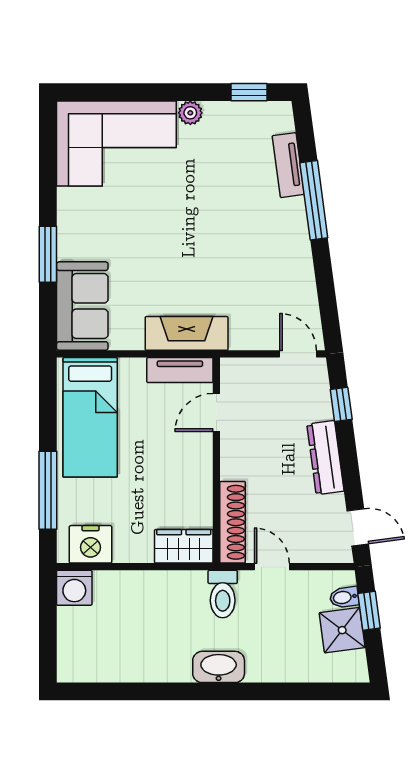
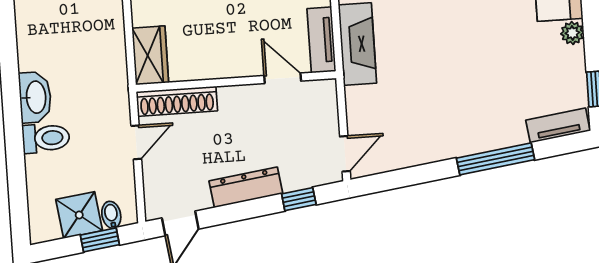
tv unit: (288, 165) -> (558, 126), moved
toilet: (223, 594) -> (46, 138), moved, turned 180

